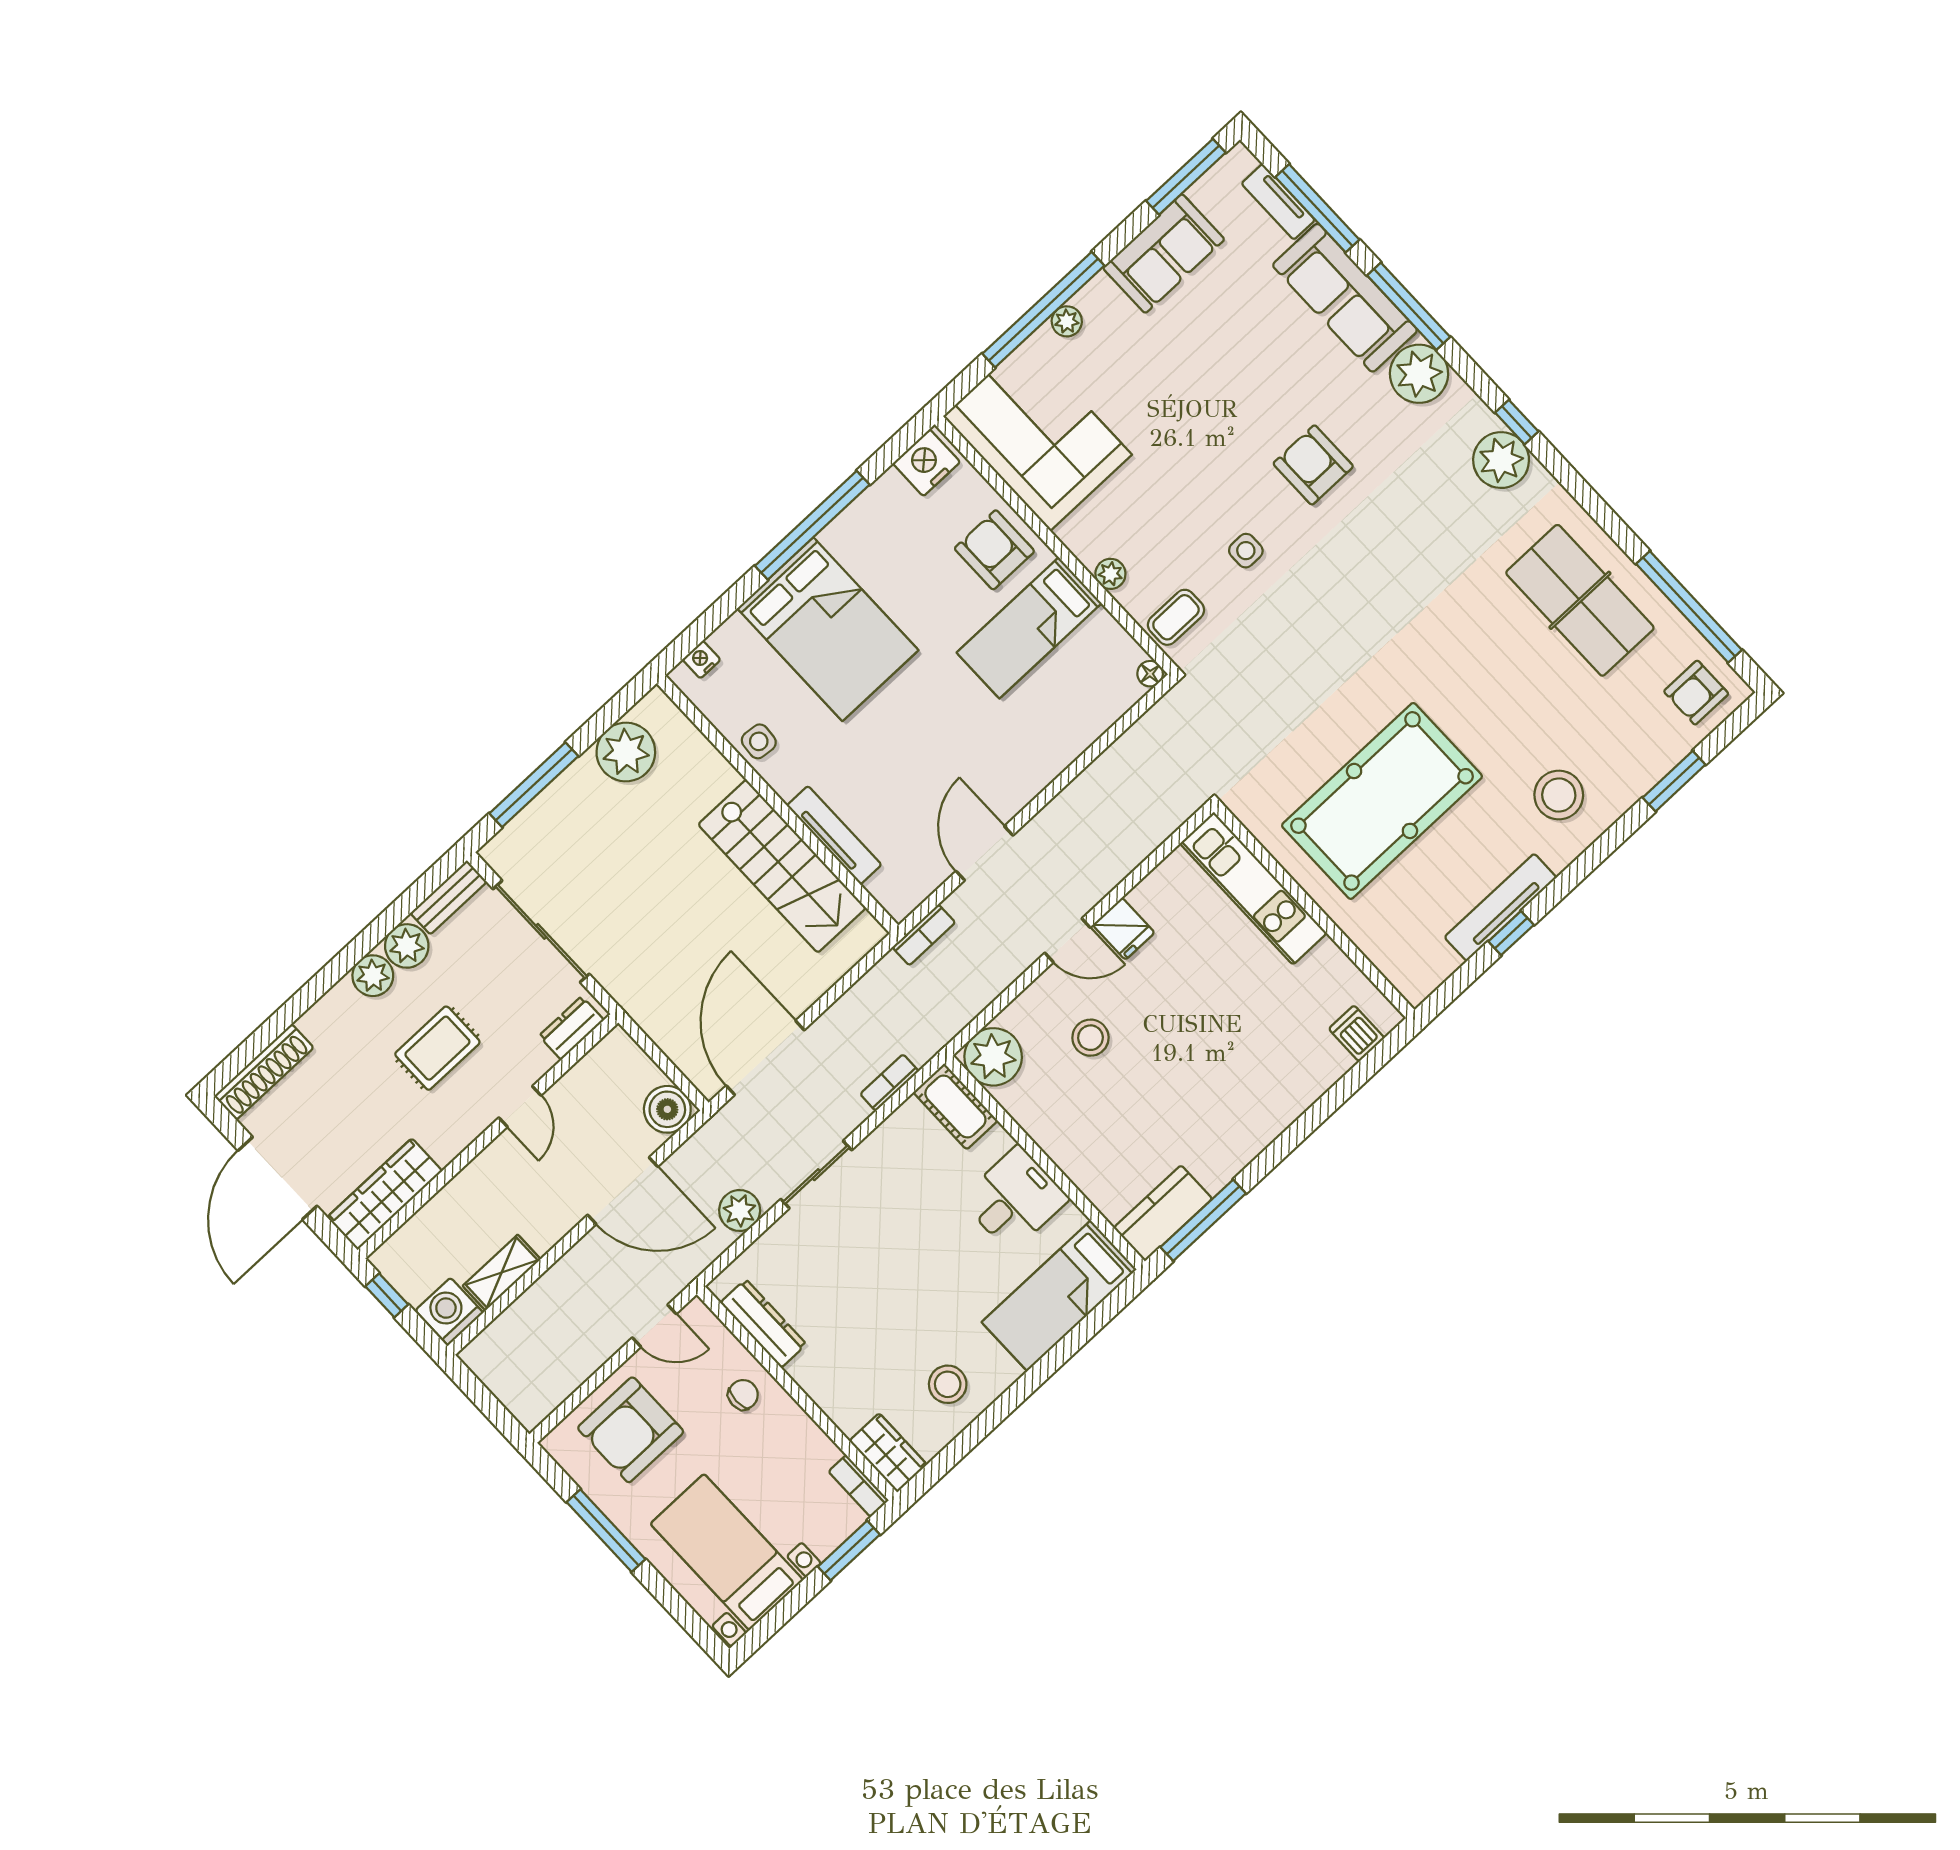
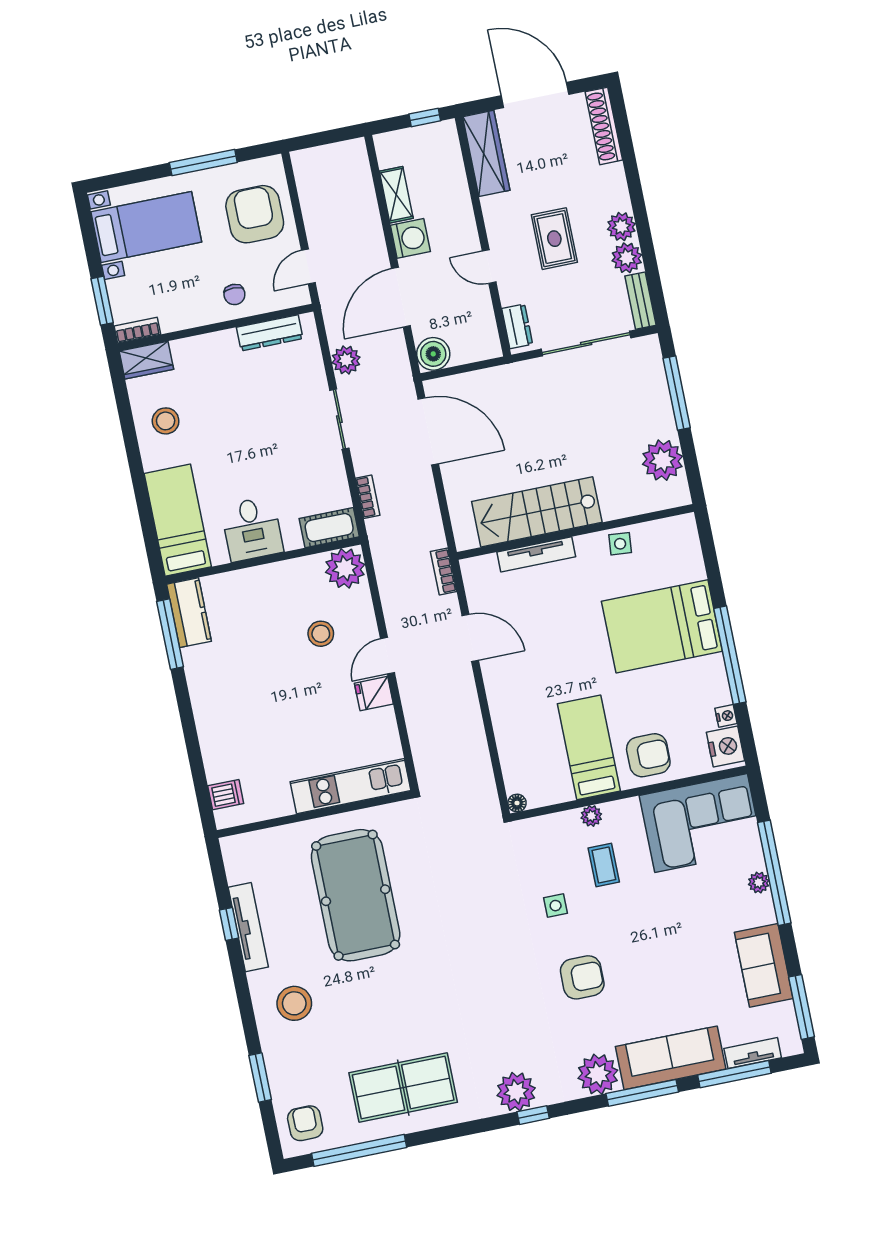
coffee table: (1176, 617) -> (604, 865), moved
nightstand: (702, 660) -> (726, 716), moved
washing machine: (449, 1312) -> (410, 238), moved

